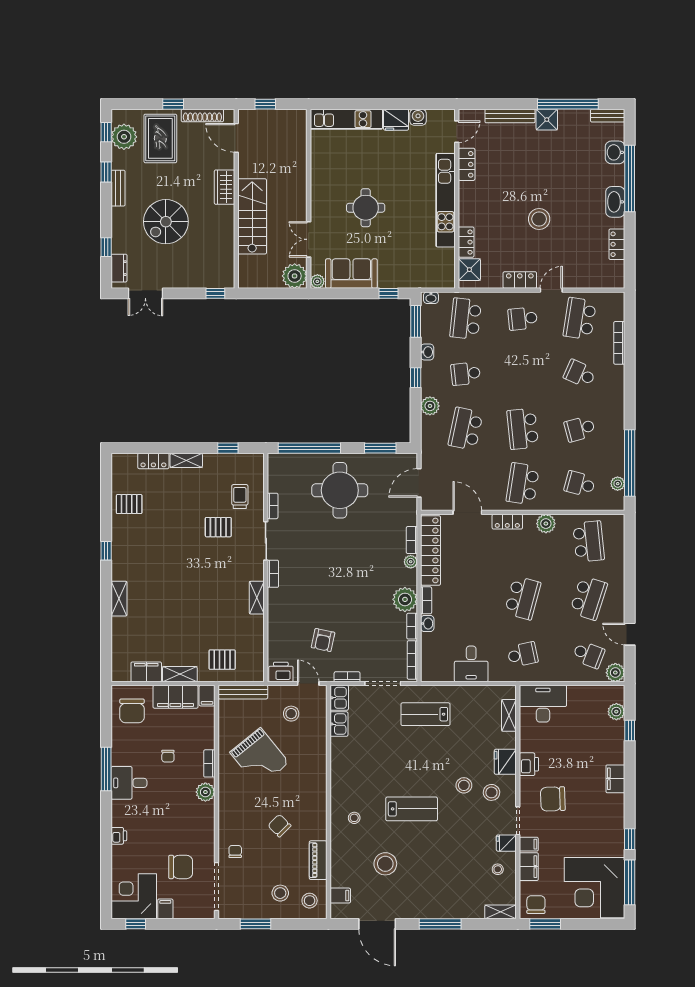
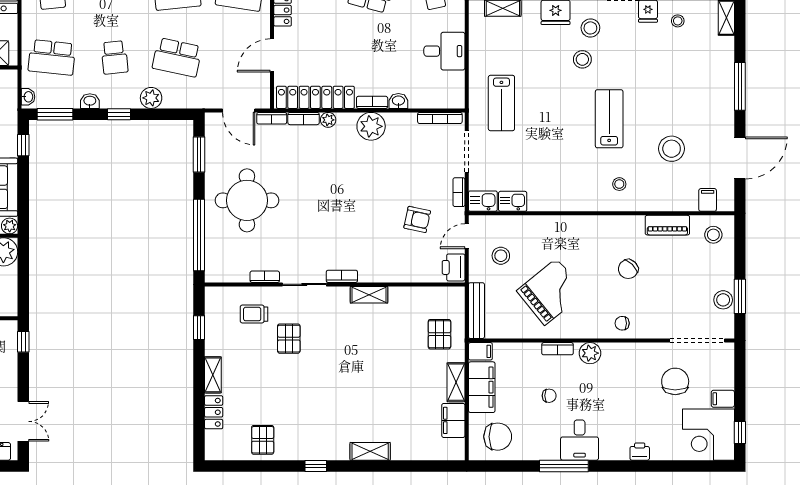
bookcase: (412, 626) -> (272, 118), moved
chair: (235, 852) -> (622, 323), moved
stool: (280, 893) -> (723, 300), moved

